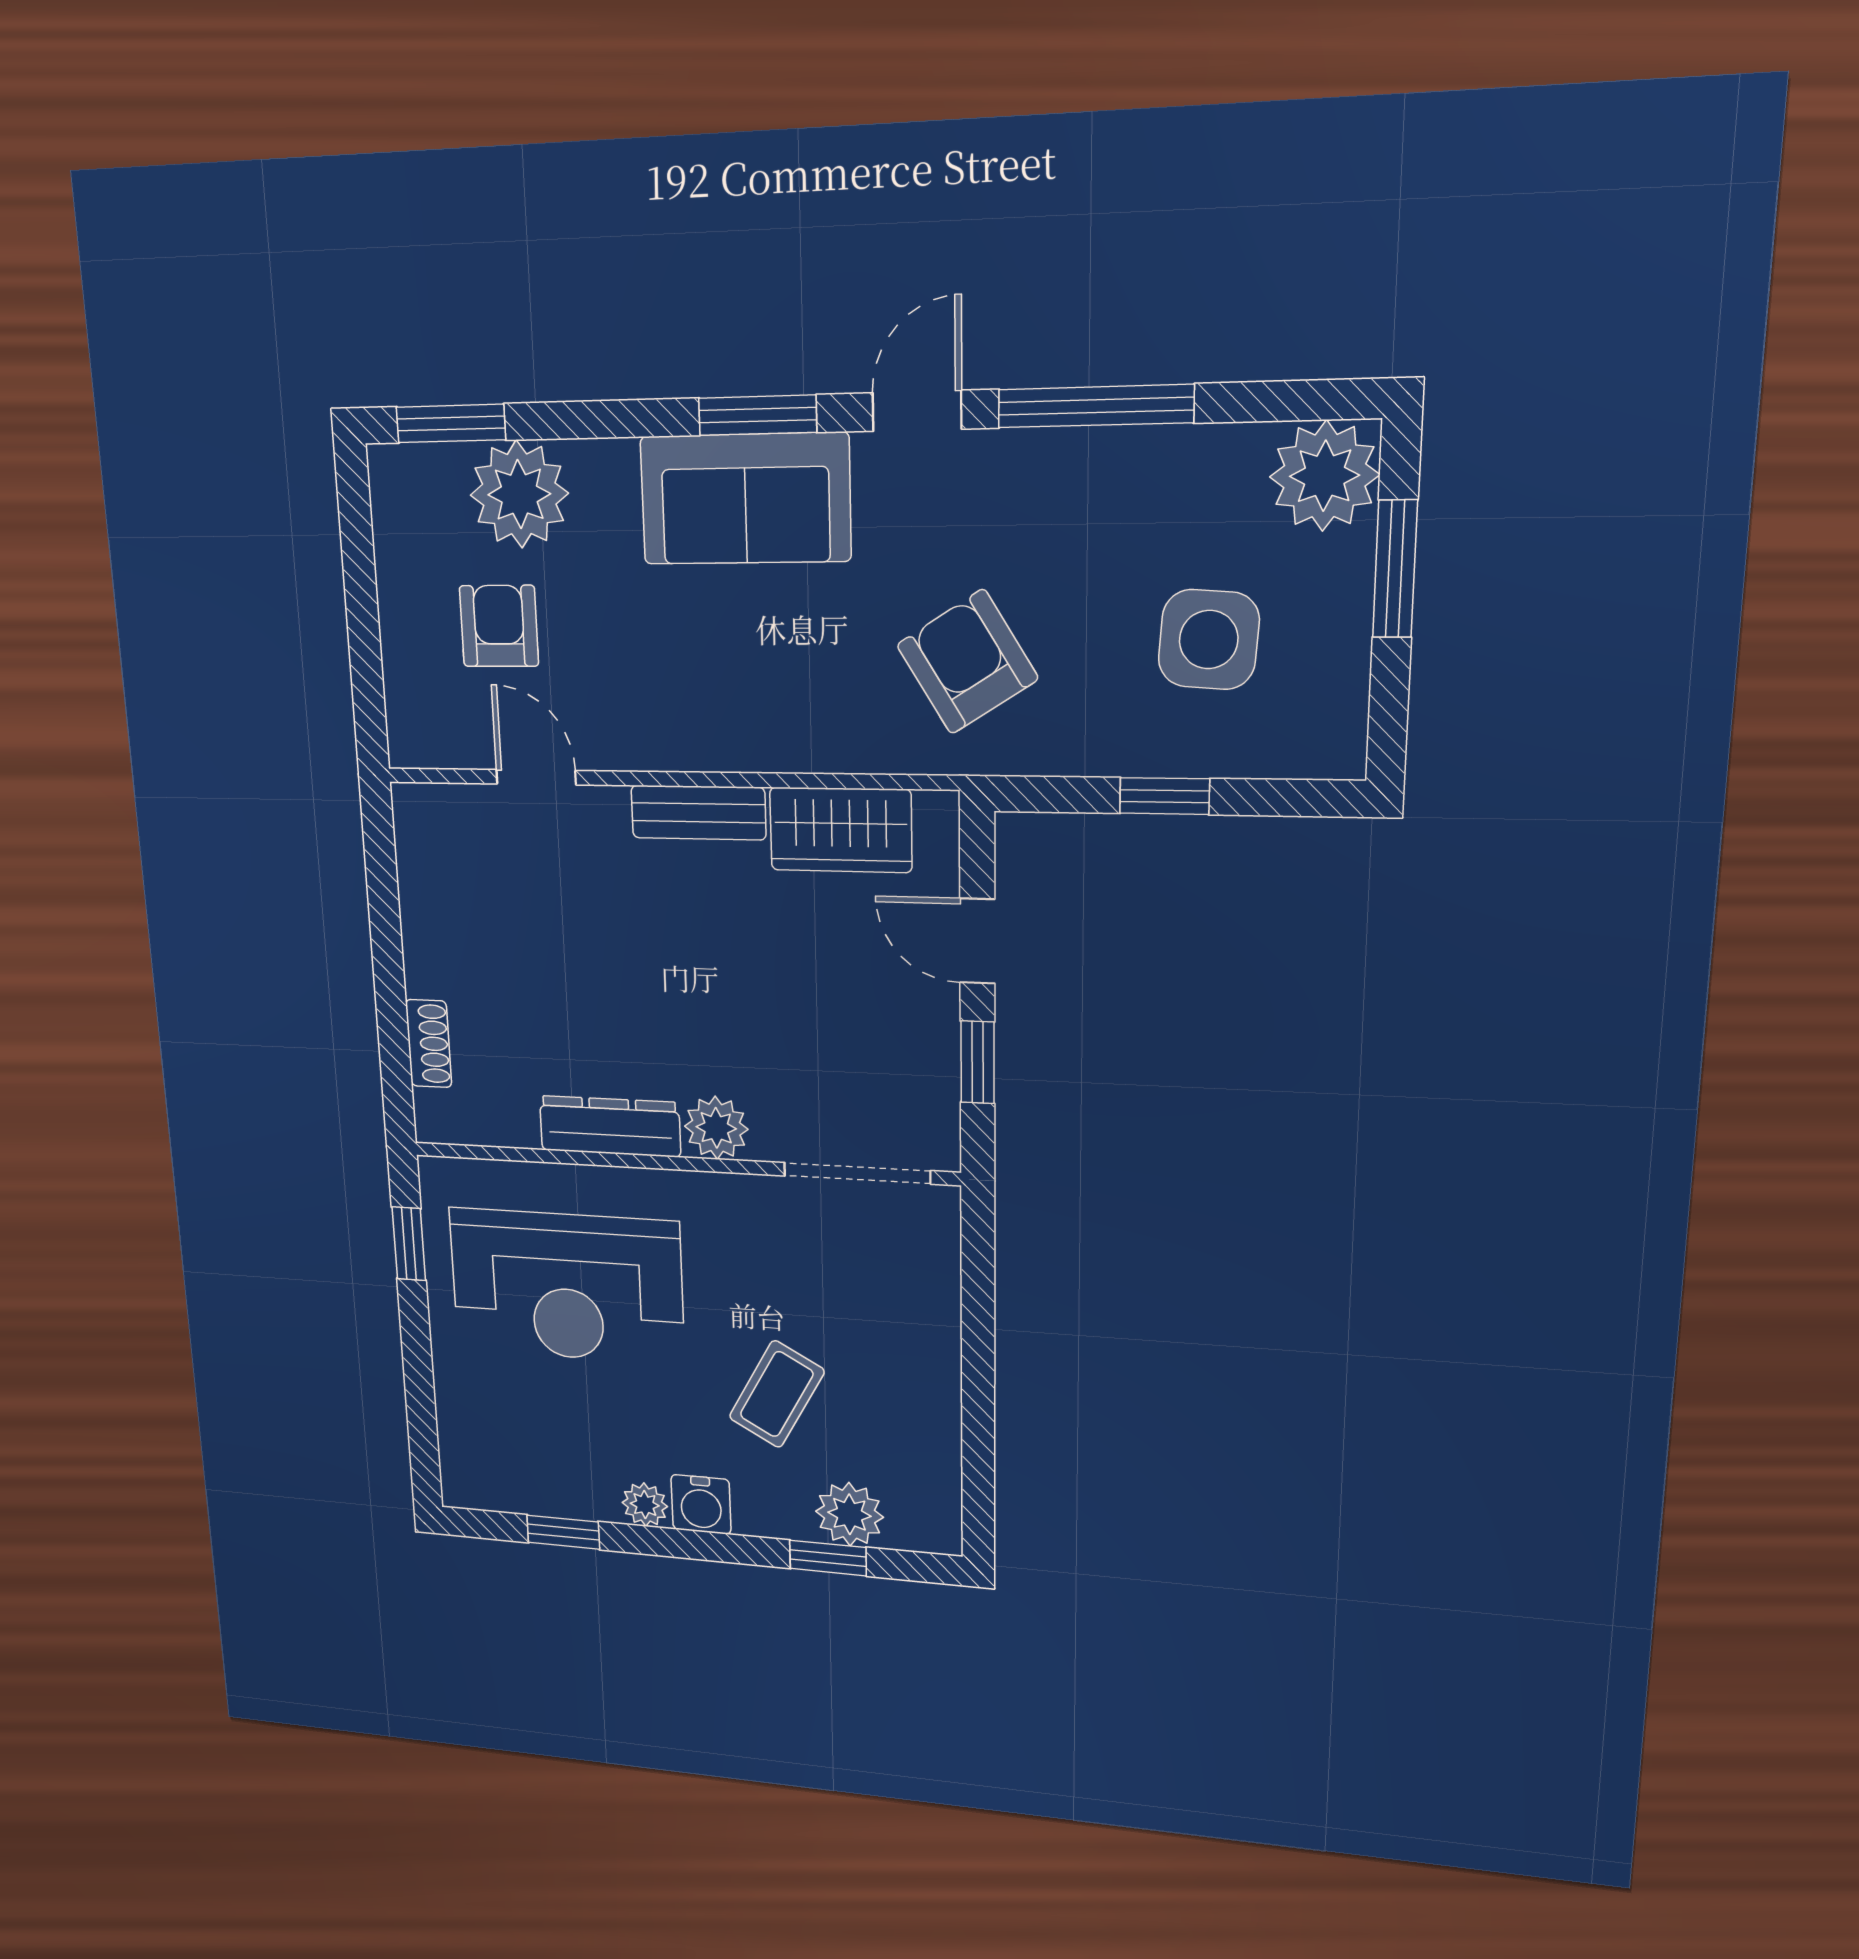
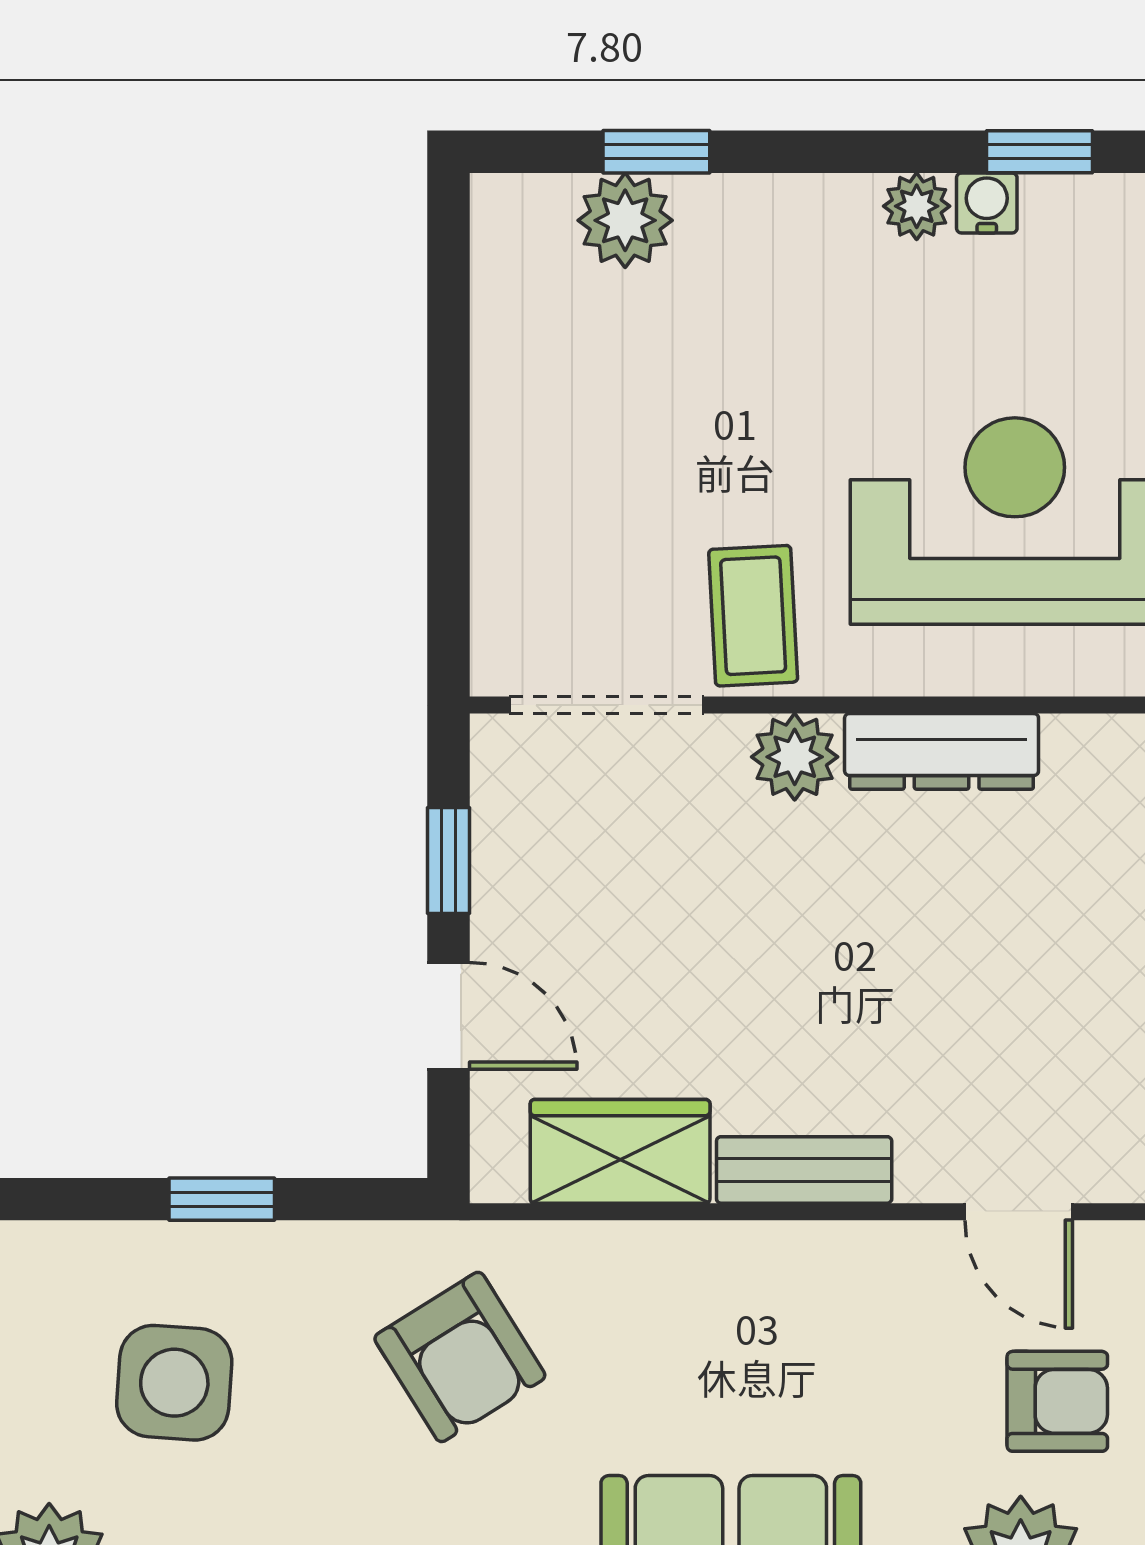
armchair: (499, 626) -> (1057, 1401), turned -90
coffee table: (777, 1394) -> (753, 616), moved, turned -32
water cooler: (701, 1504) -> (987, 203), moved, width x0.72, depth x0.72

